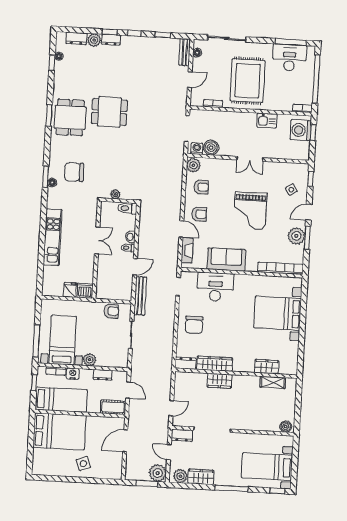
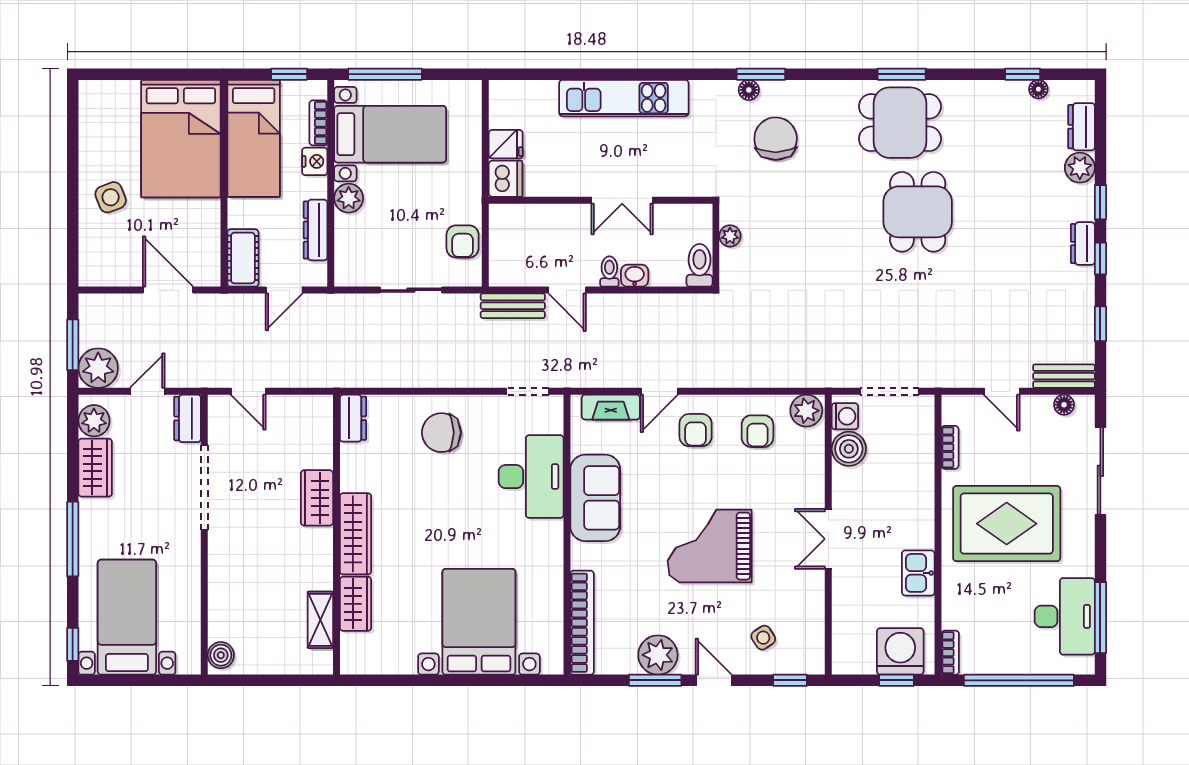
dresser: (111, 40) -> (1083, 244), moved
bench: (140, 296) -> (513, 306), width x0.73
wardrobe: (215, 364) -> (355, 534), moved
dresser: (103, 375) -> (316, 230), width x1.44

